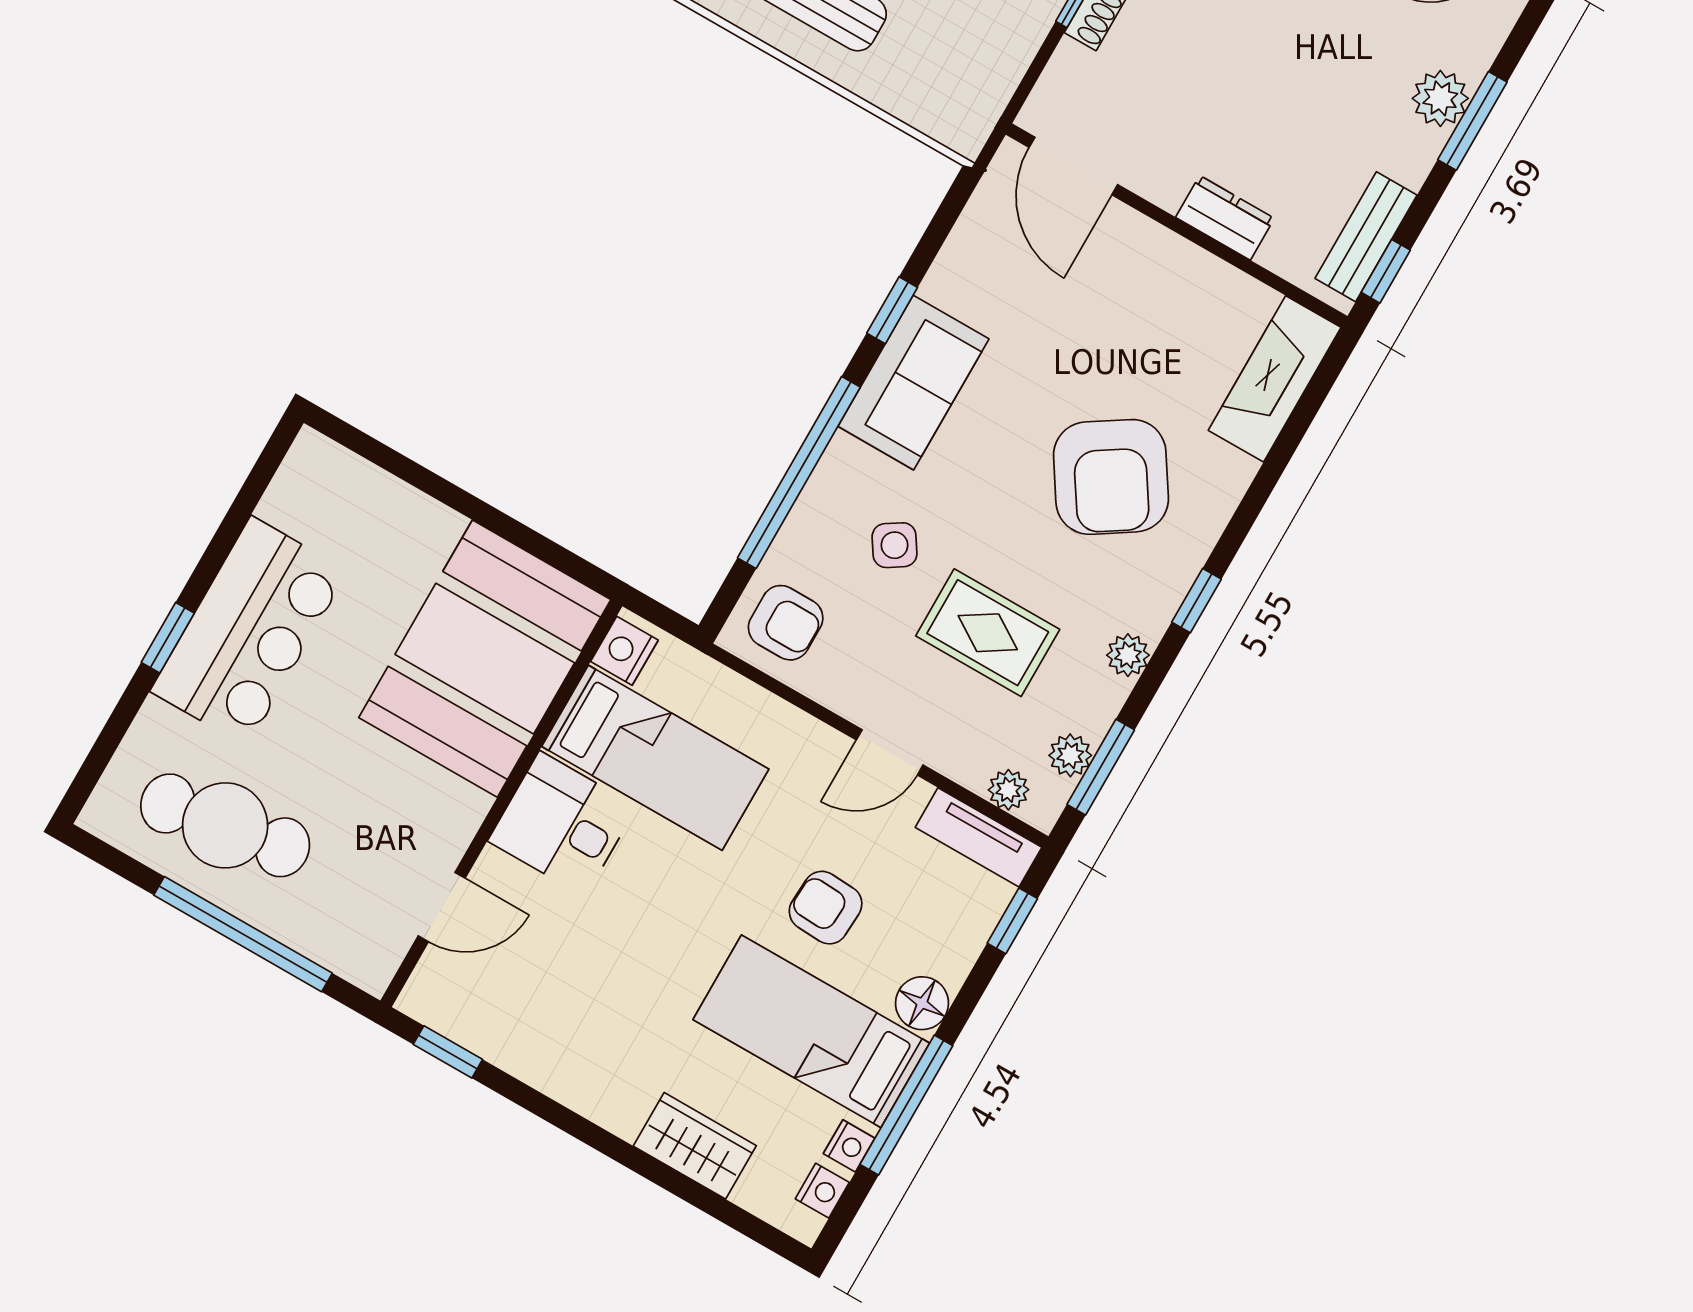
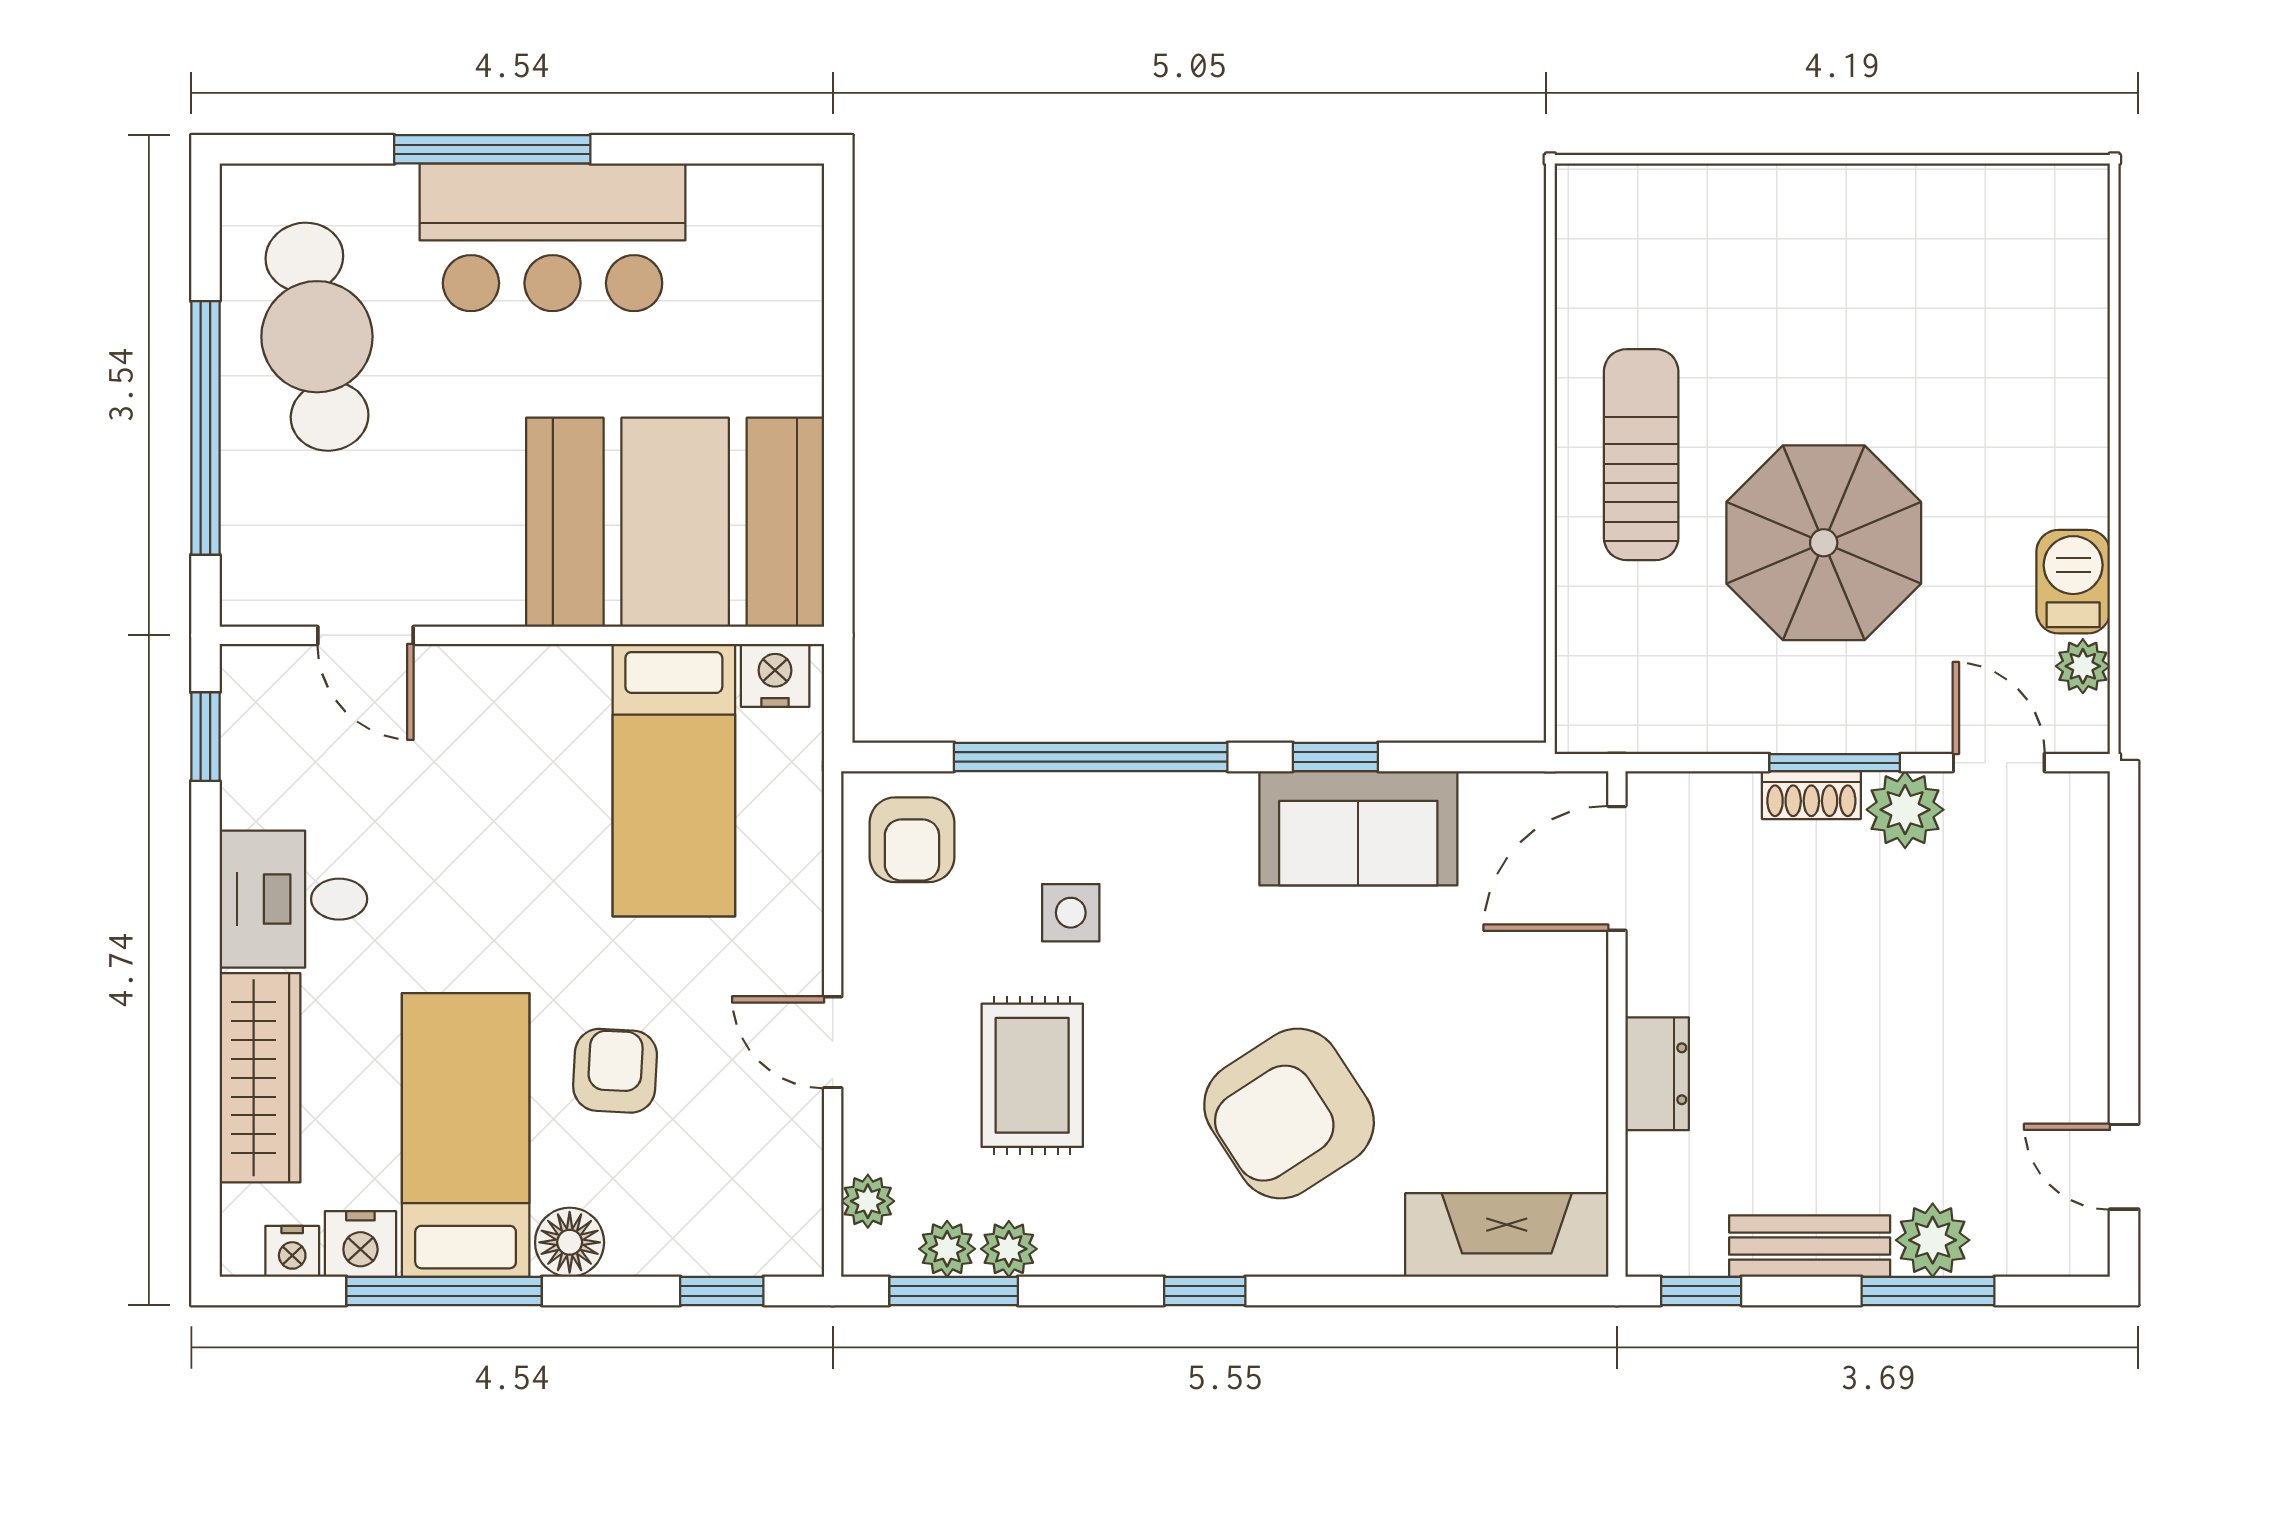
bench: (1366, 237) -> (1810, 1246), moved
sofa: (913, 383) -> (1358, 828), moved
side table: (895, 545) -> (1071, 913), turned 33
window: (168, 638) -> (492, 149), width x2.17
plant: (1128, 655) -> (1009, 1249), moved
desk: (562, 824) -> (293, 899), moved, turned -90
tv unit: (979, 837) -> (794, 1198), removed
wardrobe: (695, 1146) -> (260, 1078), width x1.50
nightstand: (849, 1146) -> (360, 1244), width x1.39, depth x1.35

